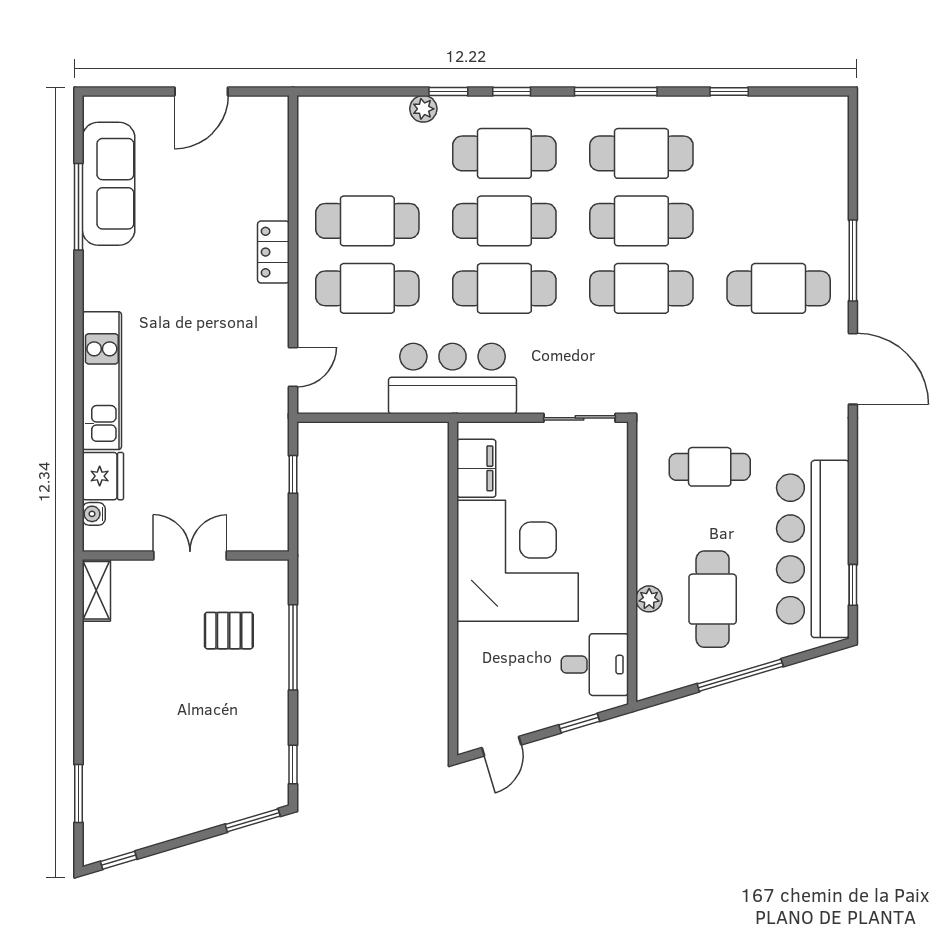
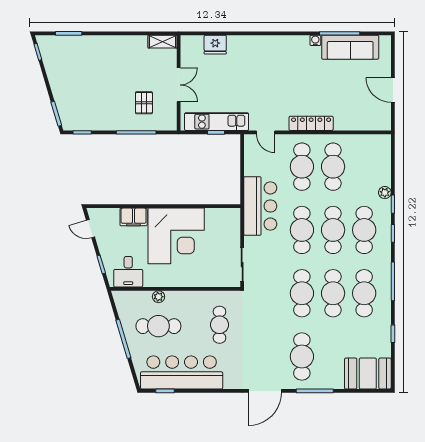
booth: (815, 146) -> (368, 374), added
locker: (273, 252) -> (311, 123), width x1.53
kitchen unit: (102, 381) -> (217, 122), moved, turned 180
filing cabinet: (476, 468) -> (134, 217), moved
water cooler: (94, 514) -> (315, 40), moved

